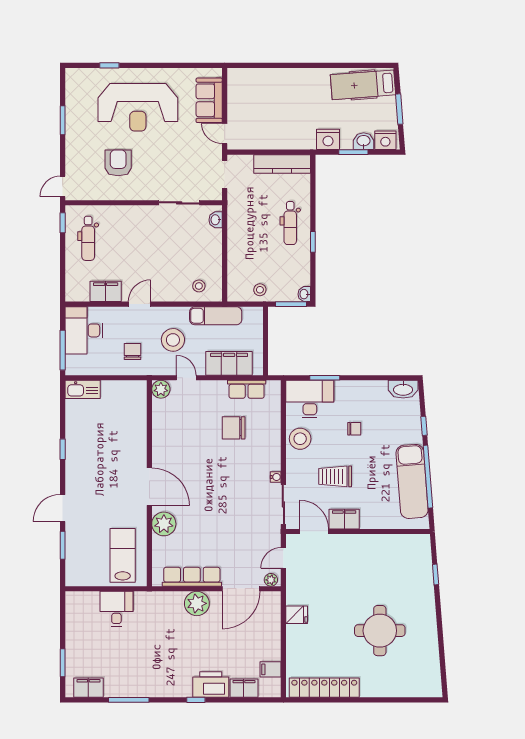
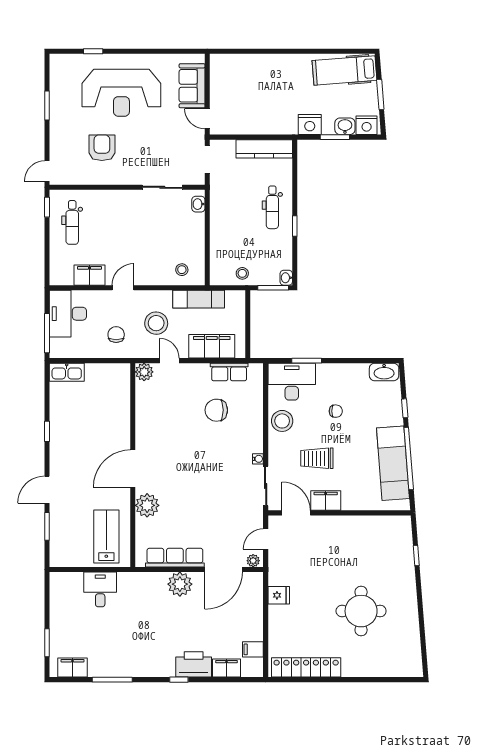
door: (149, 487) -> (133, 468), swing flipped

